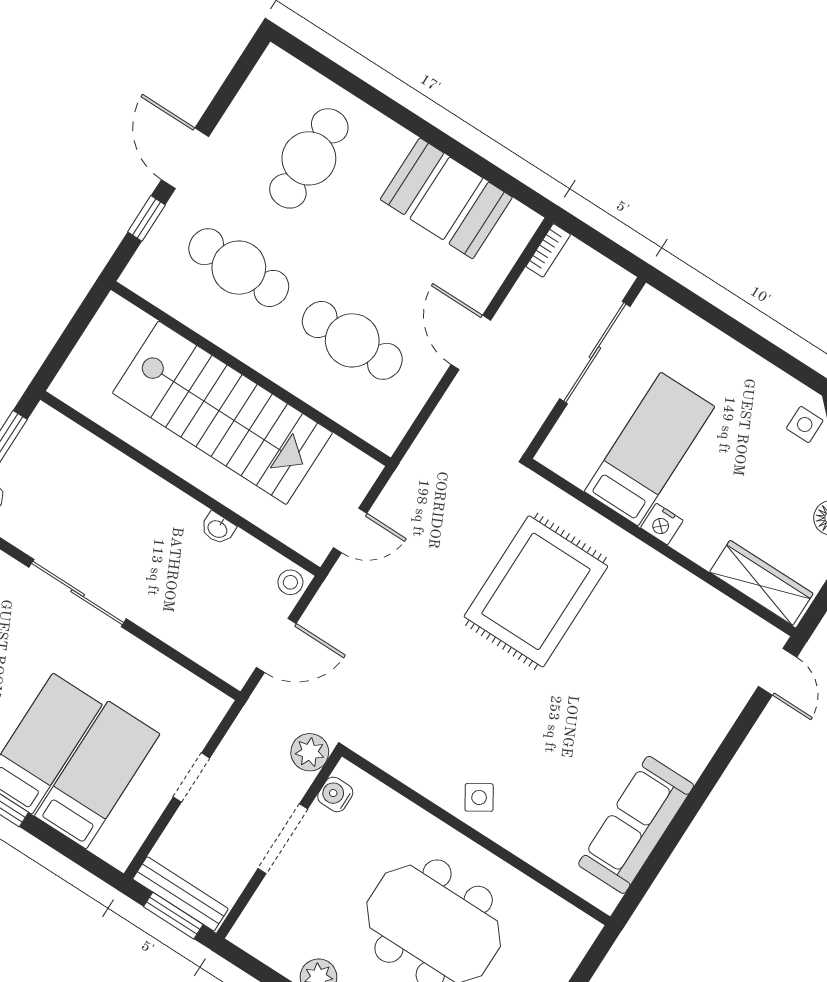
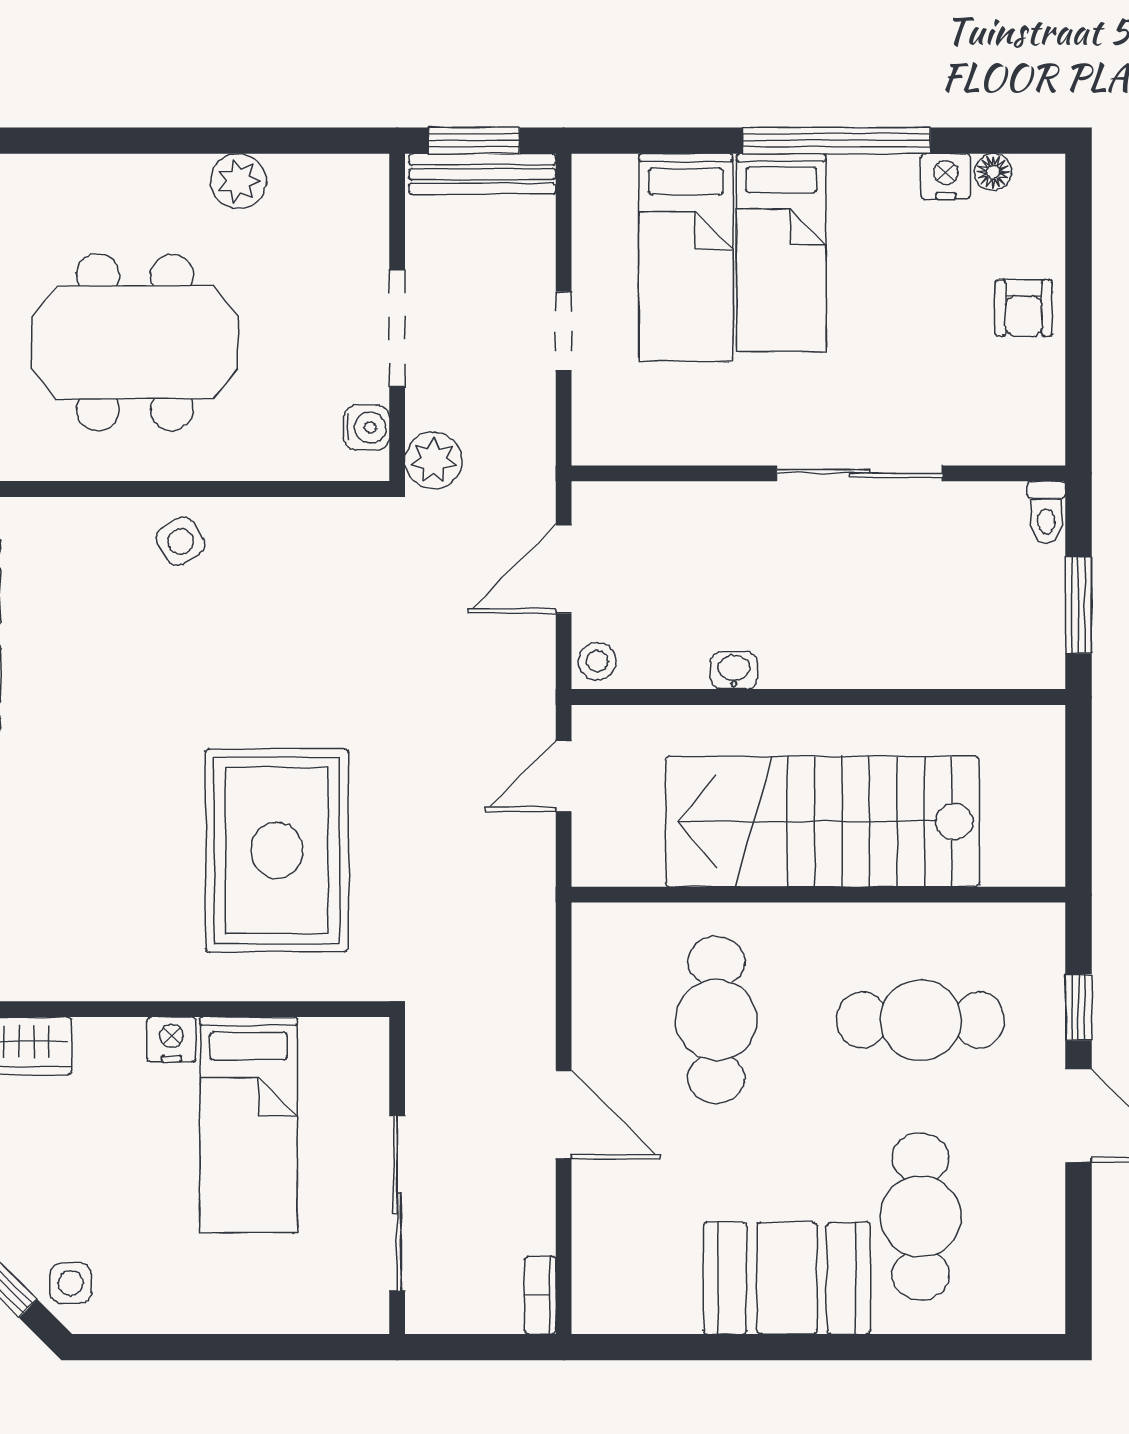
booth: (446, 198) -> (787, 1278), moved
cafe table: (352, 340) -> (716, 1020), turned 90

